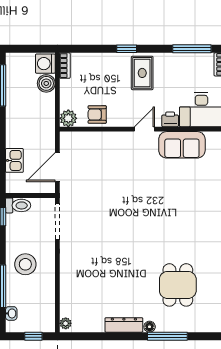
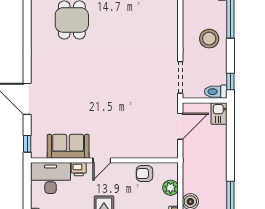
armchair: (97, 114) -> (144, 174), turned 180
plant: (68, 118) -> (171, 188), moved
kitchen sink: (14, 160) -> (219, 113), moved

